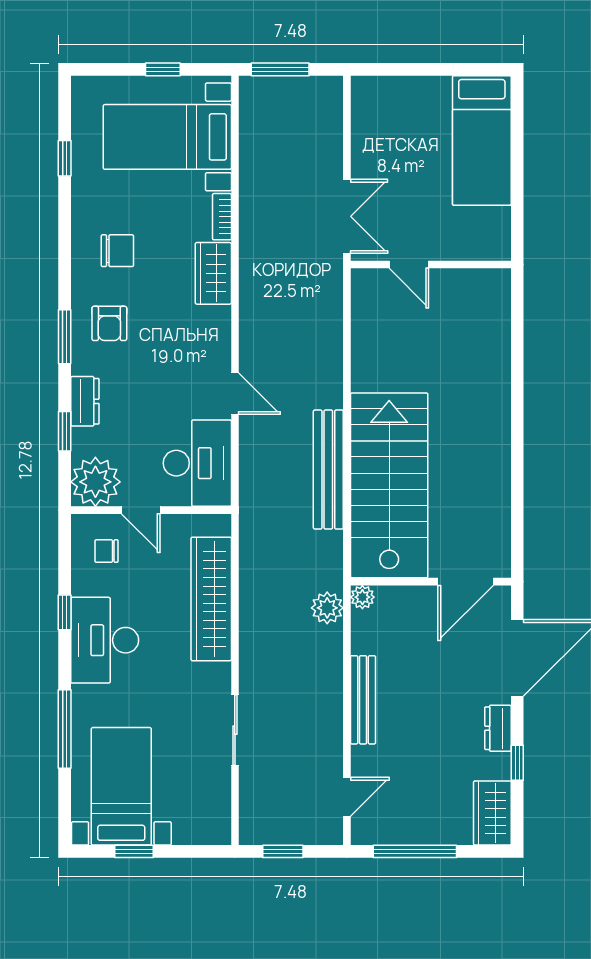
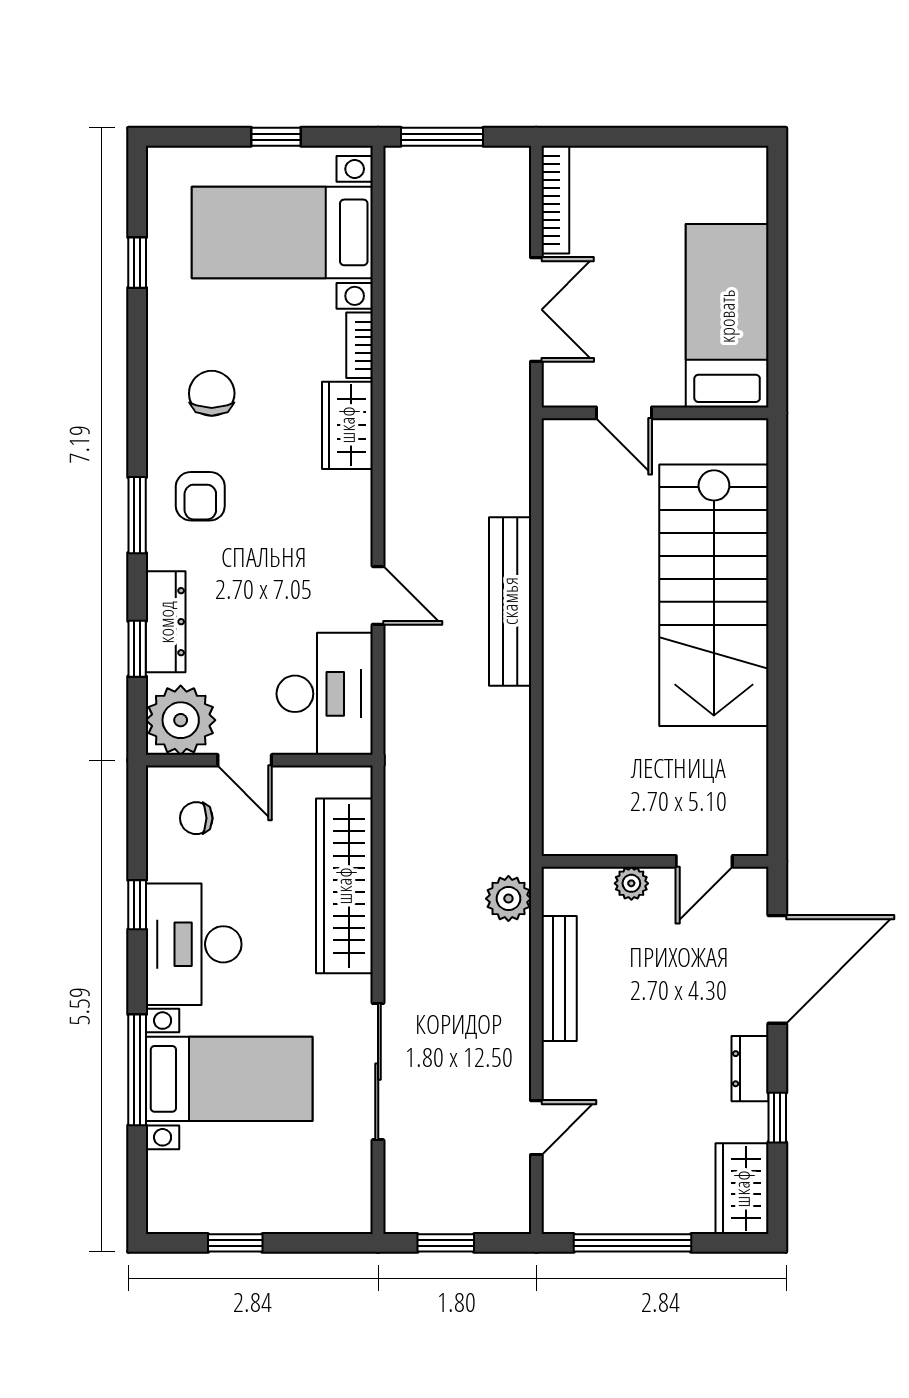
bookcase: (360, 114) -> (555, 200), added
bed: (482, 140) -> (727, 316), moved, turned 180
double door: (347, 216) -> (536, 310), moved
chair: (117, 251) -> (212, 393), turned -90
dresser: (85, 401) -> (166, 622), width x1.44
bench: (328, 470) -> (510, 601), moved
stairs: (389, 485) -> (714, 595), moved, turned 180
door: (466, 582) -> (704, 861), width x0.73
plant: (362, 597) -> (631, 883), moved
bench: (363, 700) -> (559, 979), moved
sliding door: (235, 730) -> (378, 1072), width x1.37
bed with nightstands: (121, 786) -> (229, 1079), moved, turned 90
door: (347, 797) -> (536, 1128), moved

